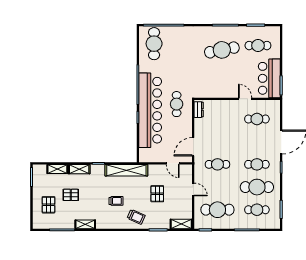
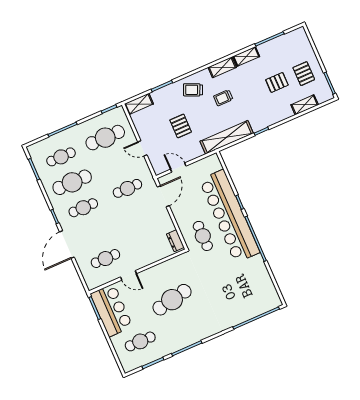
cafe table: (154, 44) -> (258, 293), removed
cafe table: (222, 50) -> (172, 300), moved
shelving: (79, 169) -> (222, 67), moved
pallet: (48, 205) -> (304, 74), moved

